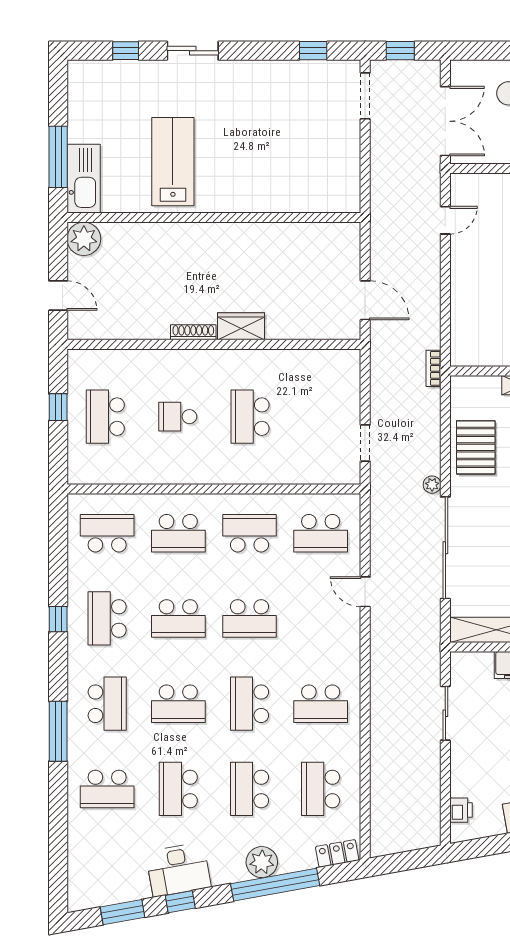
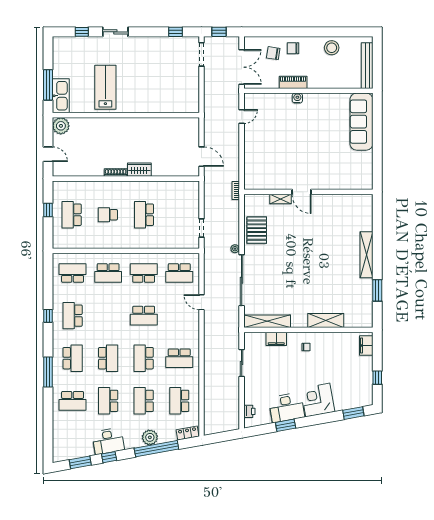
school desk: (178, 618) -> (108, 316), removed
school desk: (178, 704) -> (108, 358), turned -90

